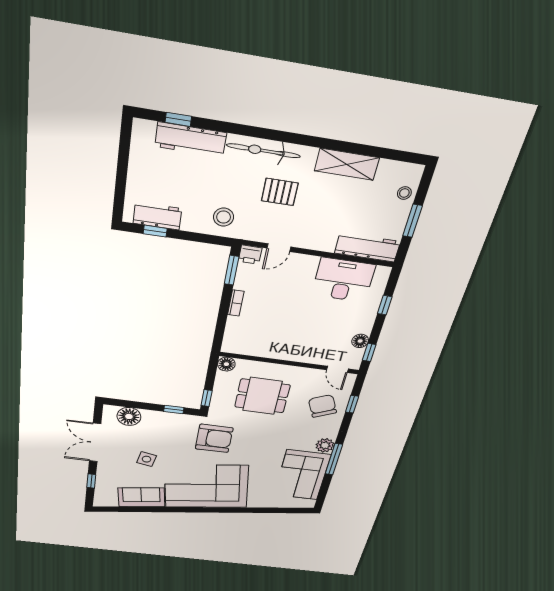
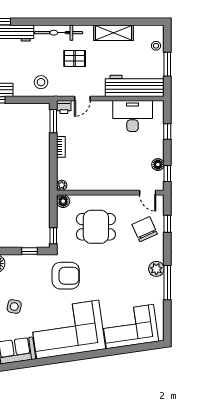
workbench: (367, 247) -> (135, 86), width x1.36, depth x1.32
plant: (228, 347) -> (62, 185), added
corner sofa: (302, 475) -> (130, 327), moved, turned 82

